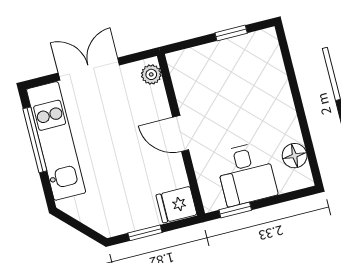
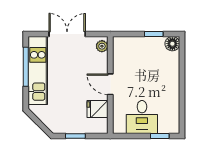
floor lamp: (295, 156) -> (172, 44), moved
fridge: (176, 205) -> (98, 109), moved
window: (235, 210) -> (160, 136), moved

